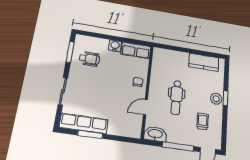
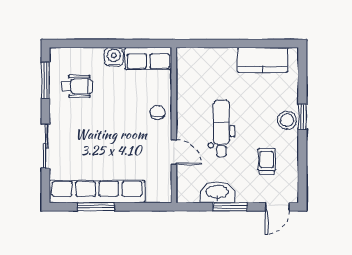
dental chair: (176, 97) -> (221, 128), turned 180
door: (145, 107) -> (174, 152), swing flipped
row of seats: (84, 123) -> (97, 192), width x1.36
washbasin: (155, 134) -> (217, 192), moved
window: (178, 147) -> (230, 207), width x0.69

